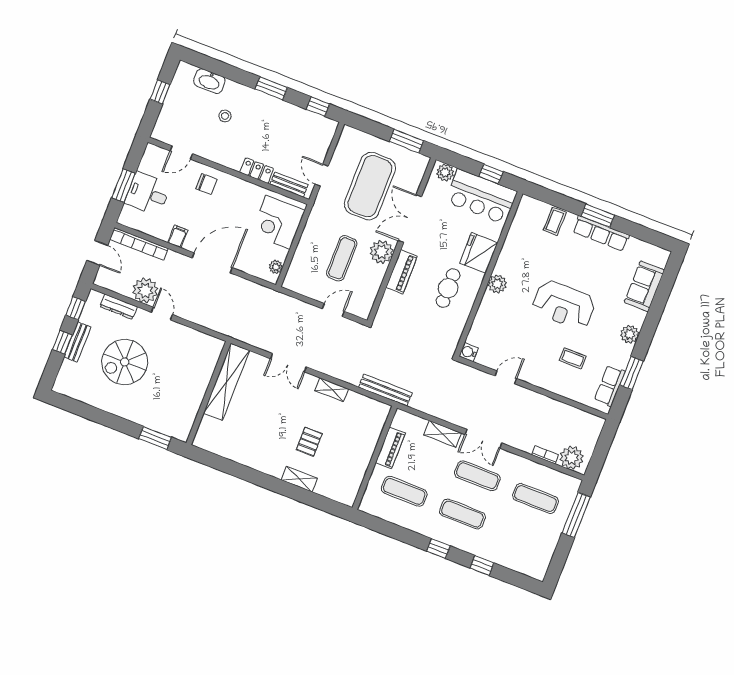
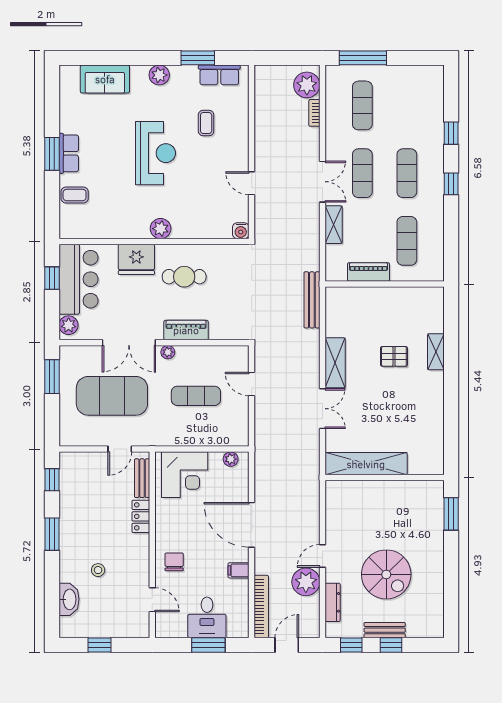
row of seats: (601, 233) -> (69, 153), width x0.68
plant: (382, 252) -> (168, 352), width x0.53, depth x0.53
shelving: (332, 390) -> (335, 363), width x1.50, depth x1.33

